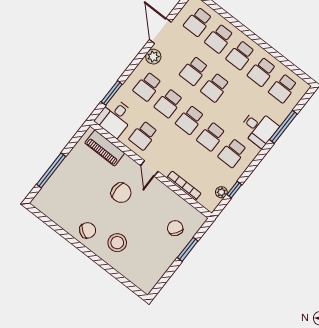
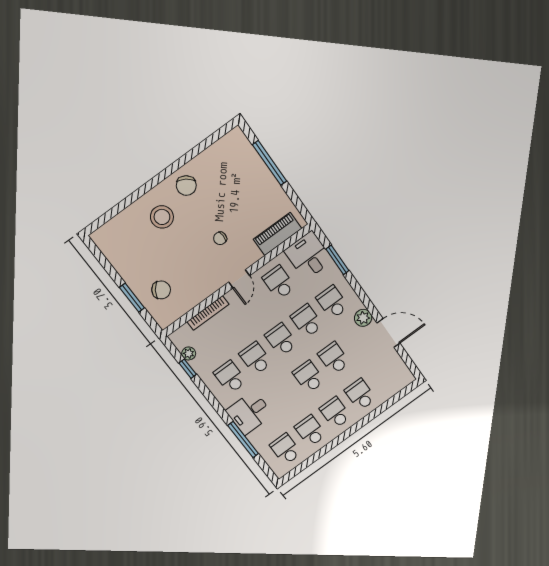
school desk: (198, 22) -> (385, 376), removed
door: (149, 168) -> (239, 279), swing flipped
chair: (121, 193) -> (220, 238), width x0.54, depth x0.54

